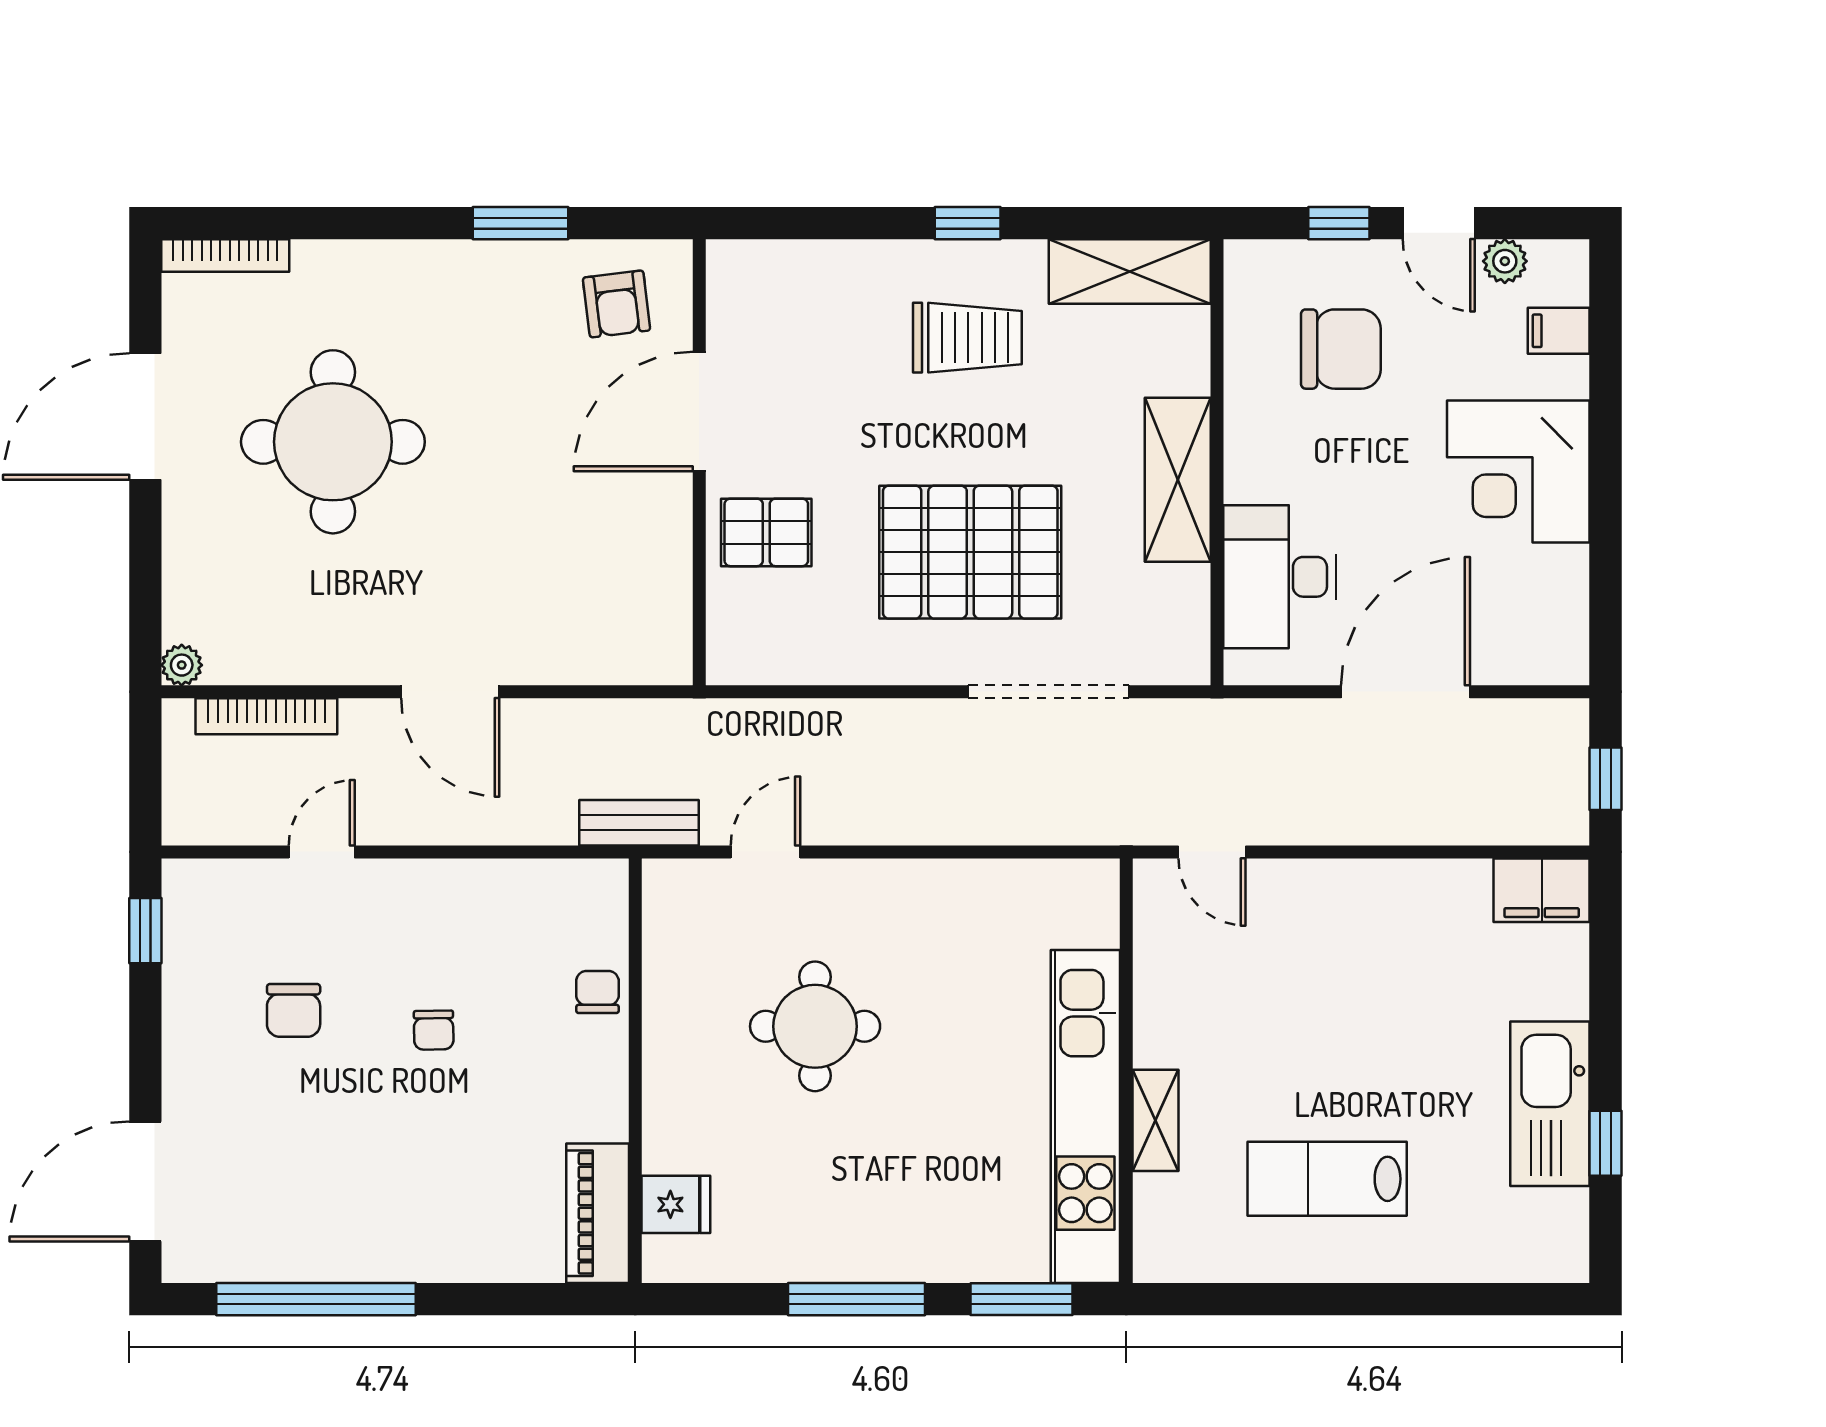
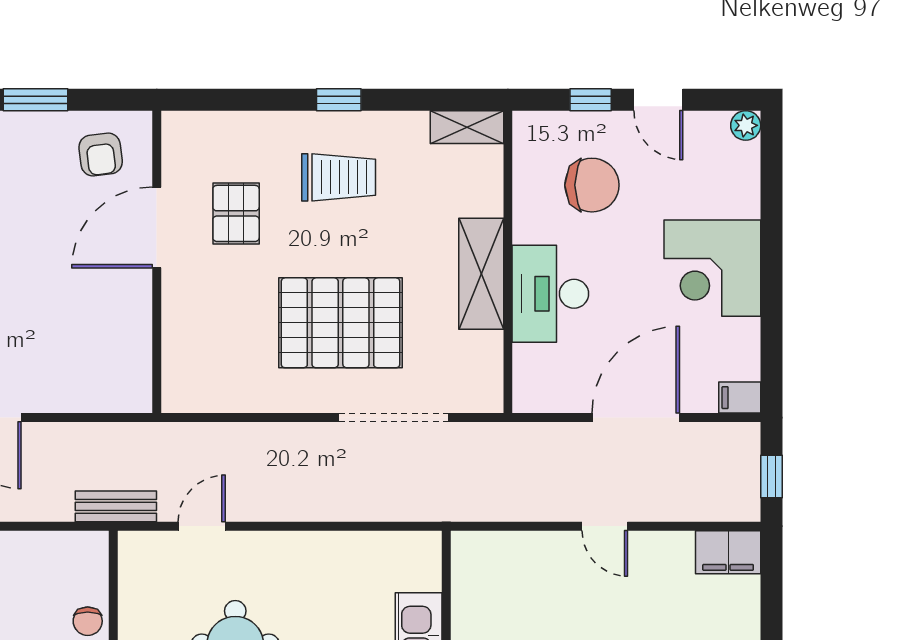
plant: (1505, 261) -> (746, 125), moved
shelving: (1130, 272) -> (467, 127), width x0.67, depth x0.75
filing cabinet: (1559, 331) -> (740, 398), moved
pallet: (766, 532) -> (236, 213), moved, turned 90
desk: (1280, 577) -> (550, 294), moved
door: (1212, 852) -> (605, 526), moved
chair: (597, 992) -> (88, 621), turned 180

